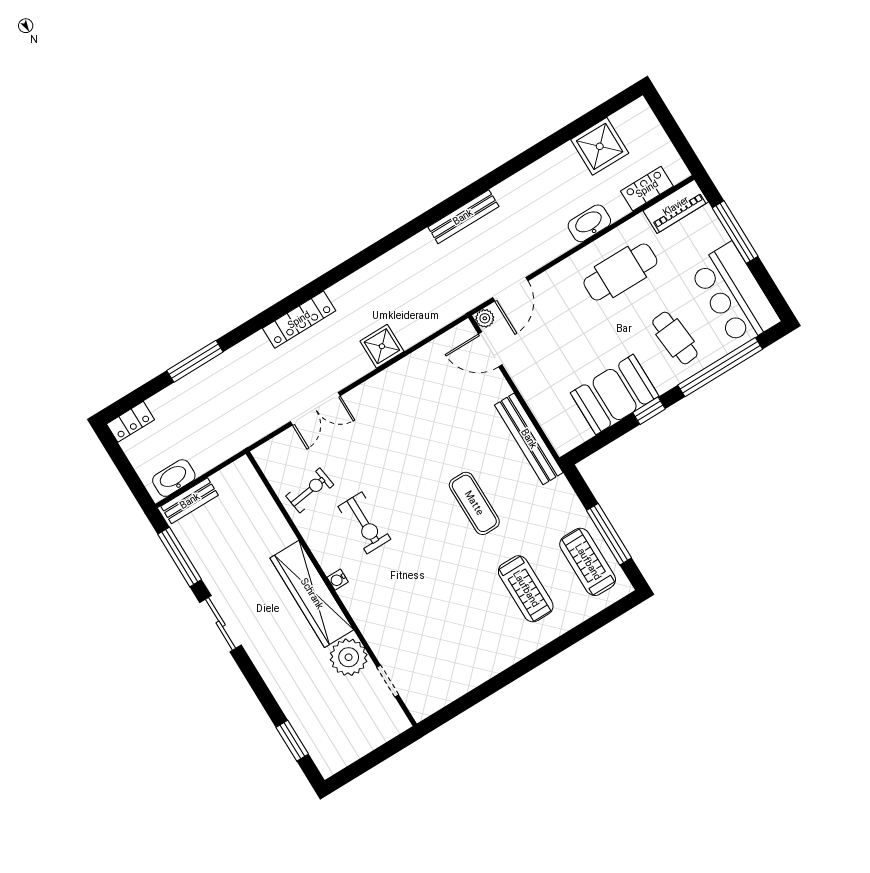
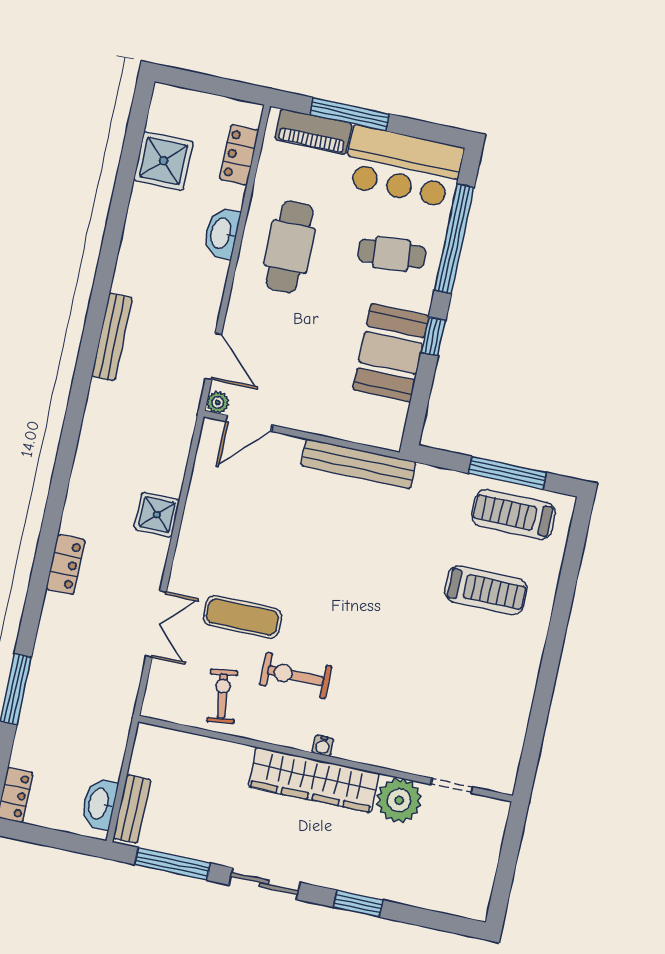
piano: (676, 206) -> (313, 132), moved, turned 90
locker: (299, 320) -> (66, 564), width x0.66
exercise mat: (474, 503) -> (242, 617), moved
exercise bike: (364, 523) -> (296, 676), turned 180
window: (292, 741) -> (358, 904), moved

